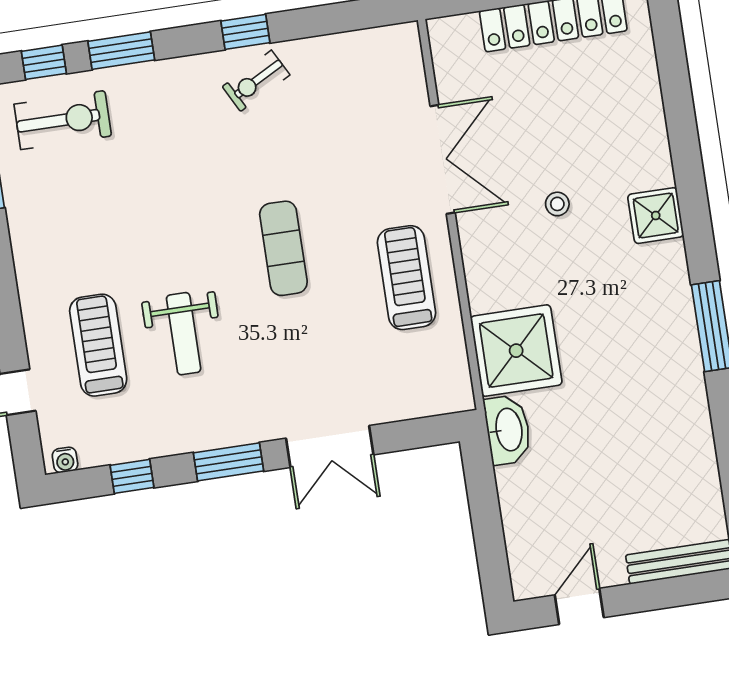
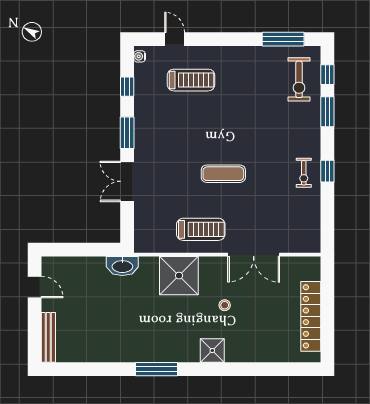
exercise bike: (256, 81) -> (304, 173), turned -152
weight bench: (184, 334) -> (190, 121), removed
shower: (516, 351) -> (179, 276), moved

